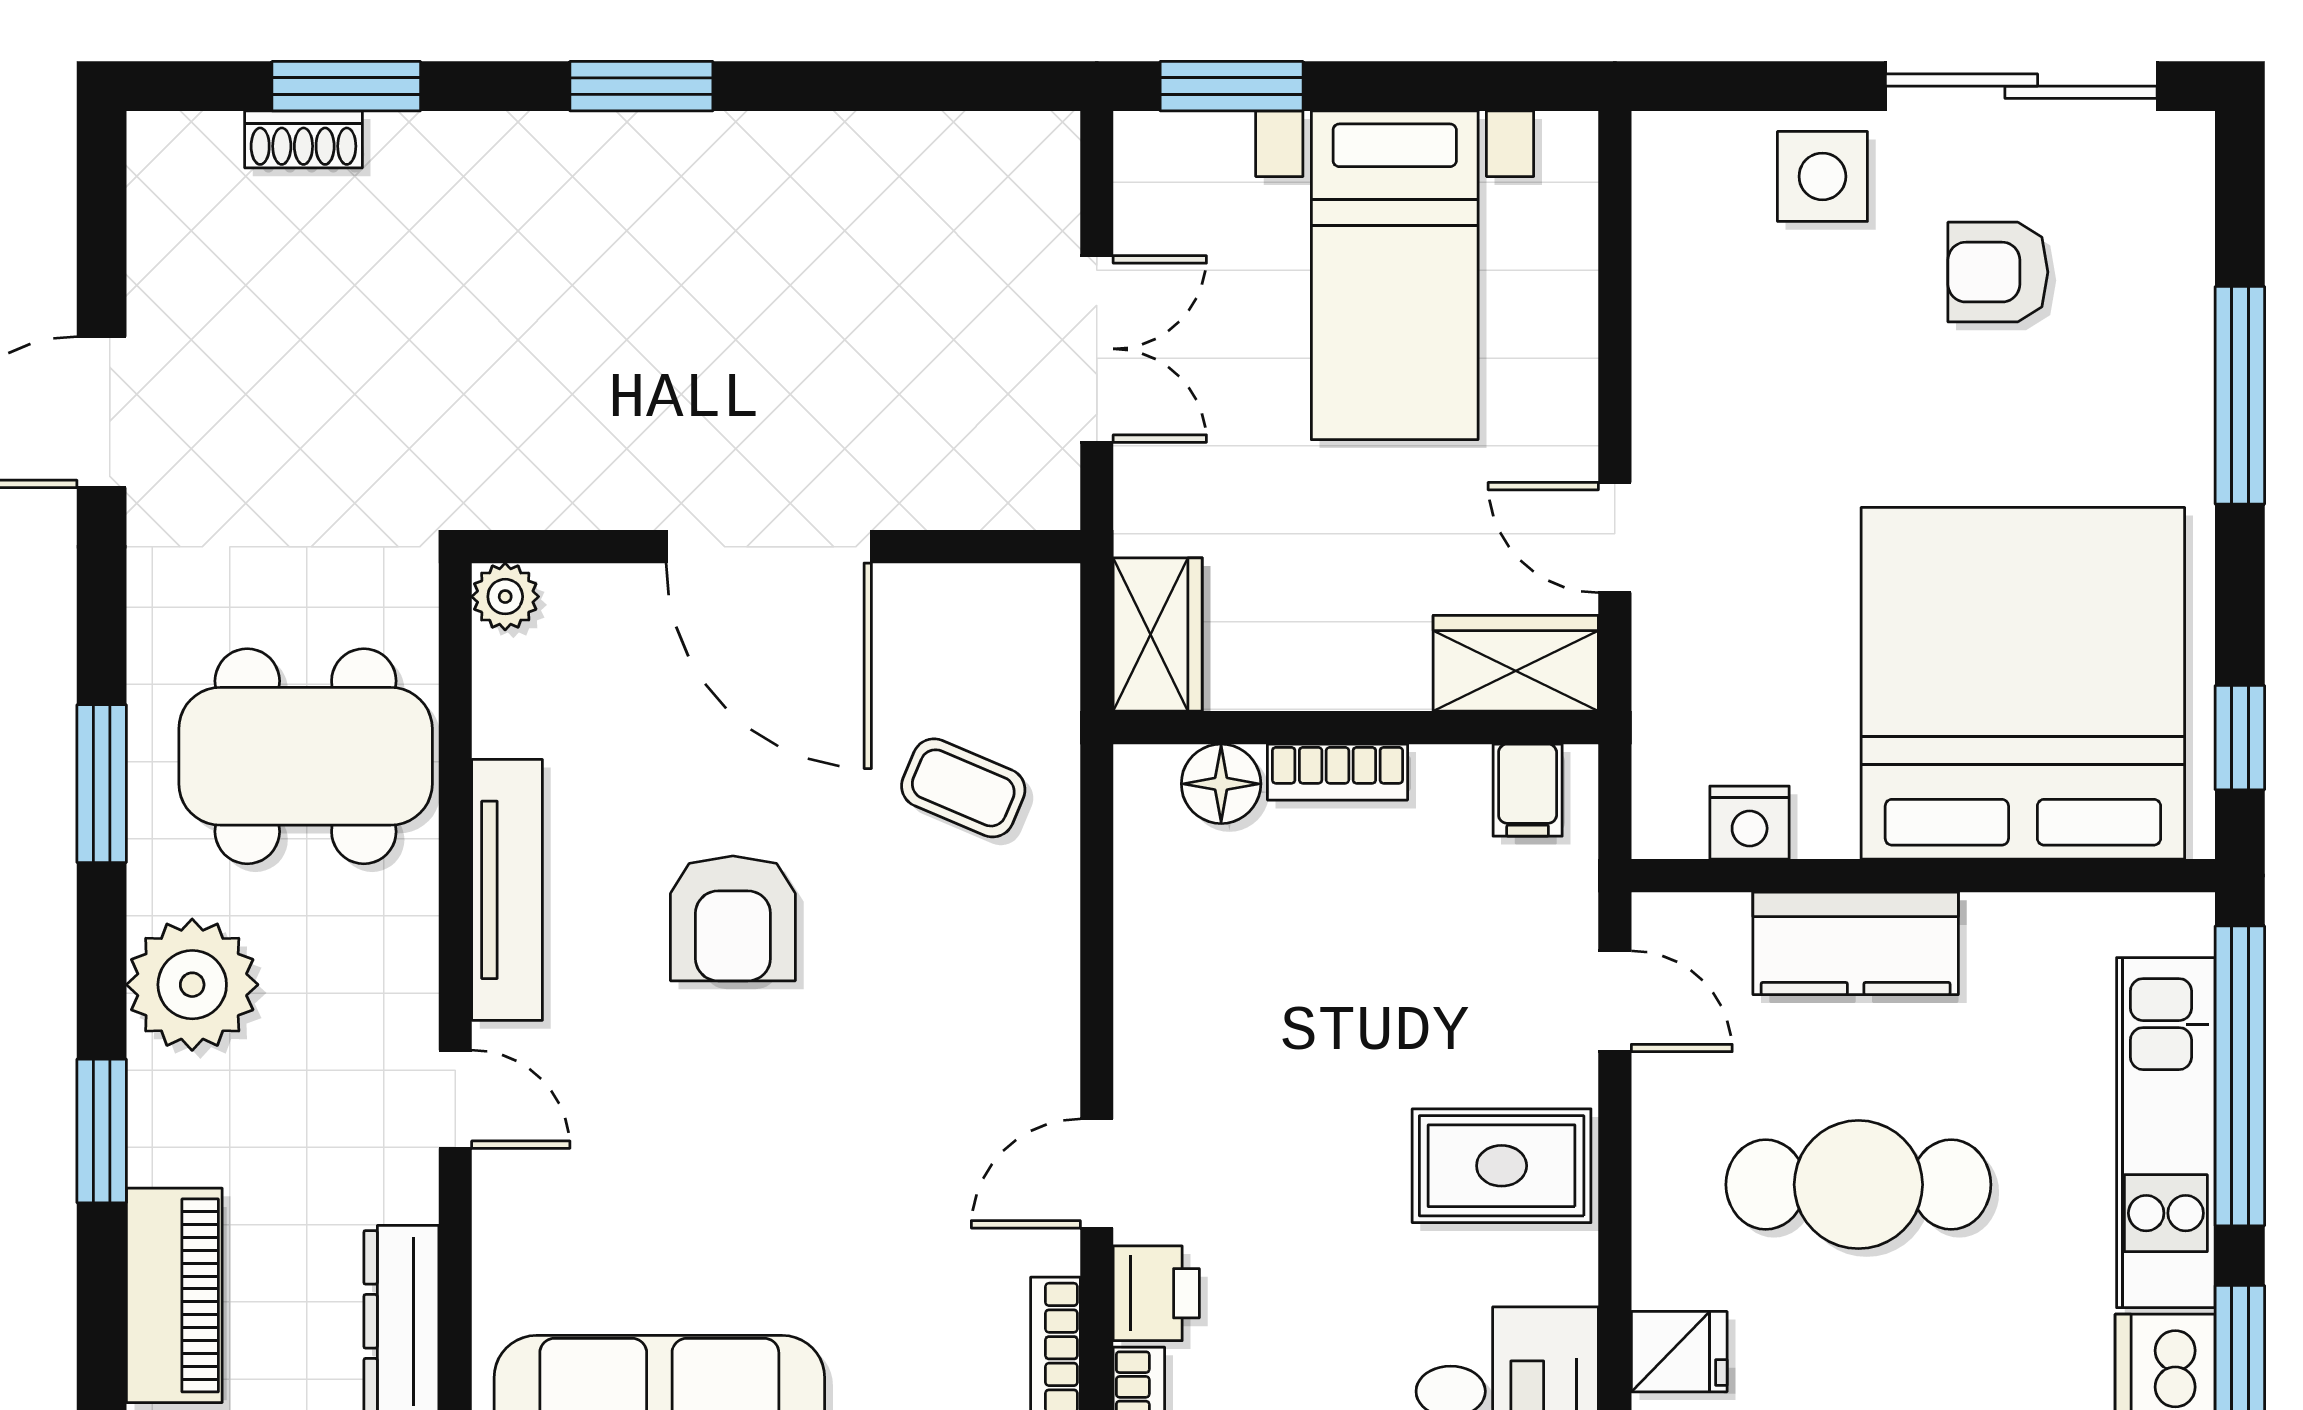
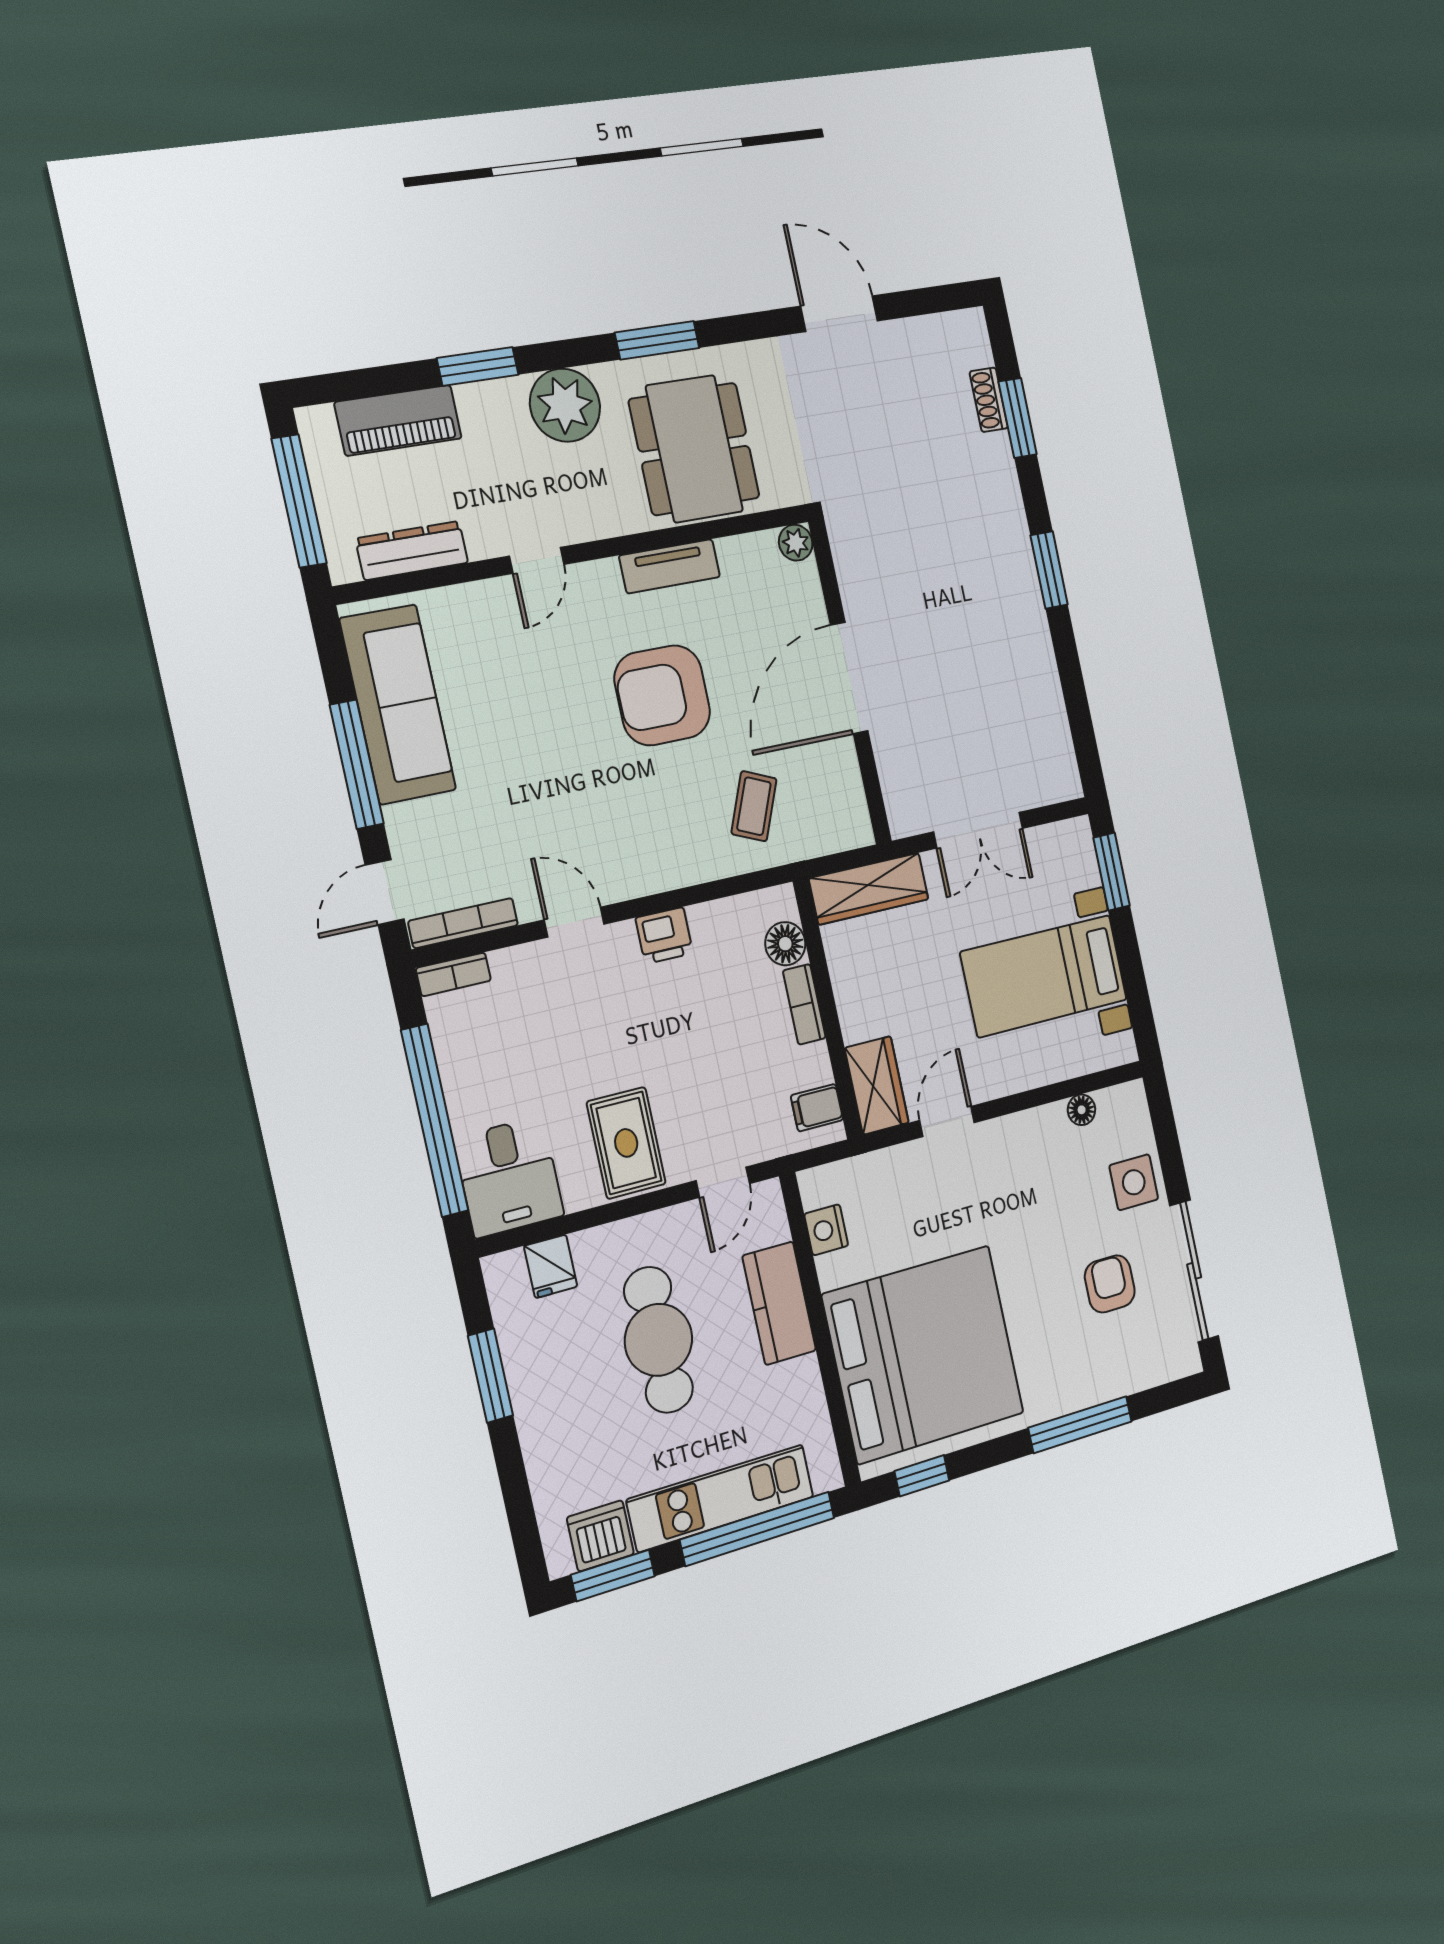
floor lamp: (1661, 255) -> (1082, 1110), added
wardrobe: (1158, 634) -> (869, 889), width x1.50
tv unit: (507, 890) -> (670, 566), width x0.71
armchair: (733, 918) -> (662, 695), width x1.36, depth x1.36
printer: (1156, 1293) -> (664, 936), moved

